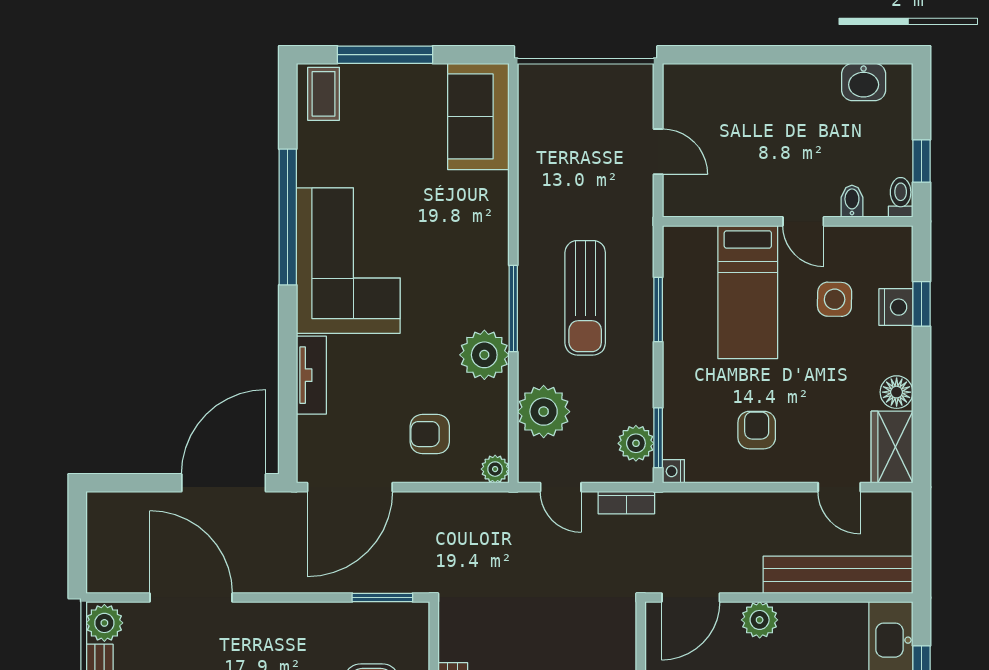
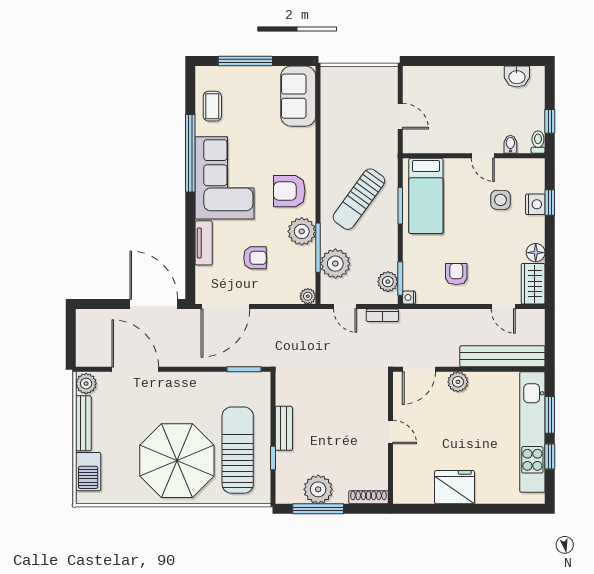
coffee table: (324, 94) -> (212, 106), moved
armchair: (462, 284) -> (289, 191), added
bed: (748, 292) -> (426, 196), moved
sun lounger: (585, 298) -> (359, 199), turned 36
window: (513, 309) -> (318, 248), moved
armchair: (430, 434) -> (255, 258), moved, turned 180
door: (224, 483) -> (154, 304), hinge flipped

